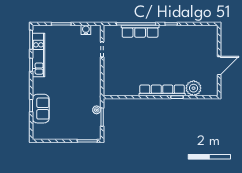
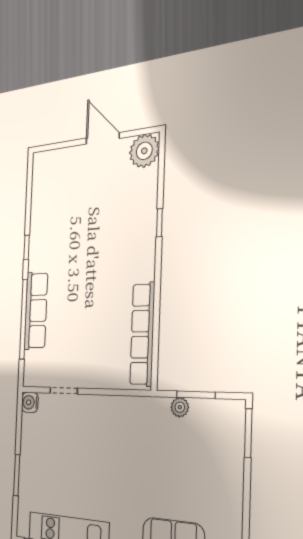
water cooler: (86, 30) -> (30, 402), moved
plant: (194, 88) -> (144, 151), moved
row of seats: (162, 90) -> (142, 334), moved

